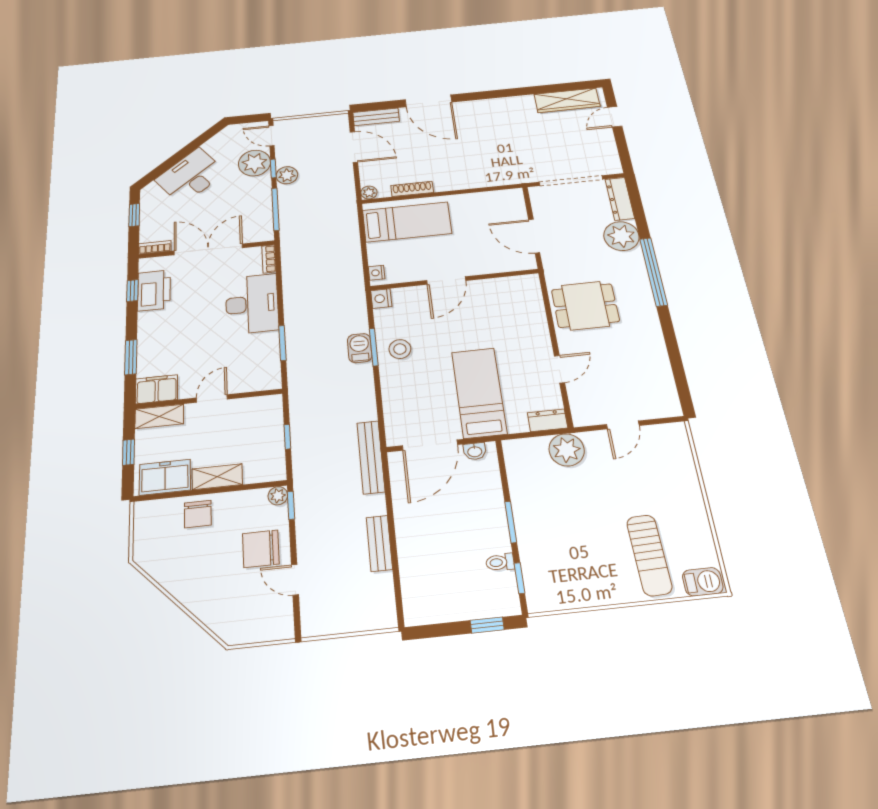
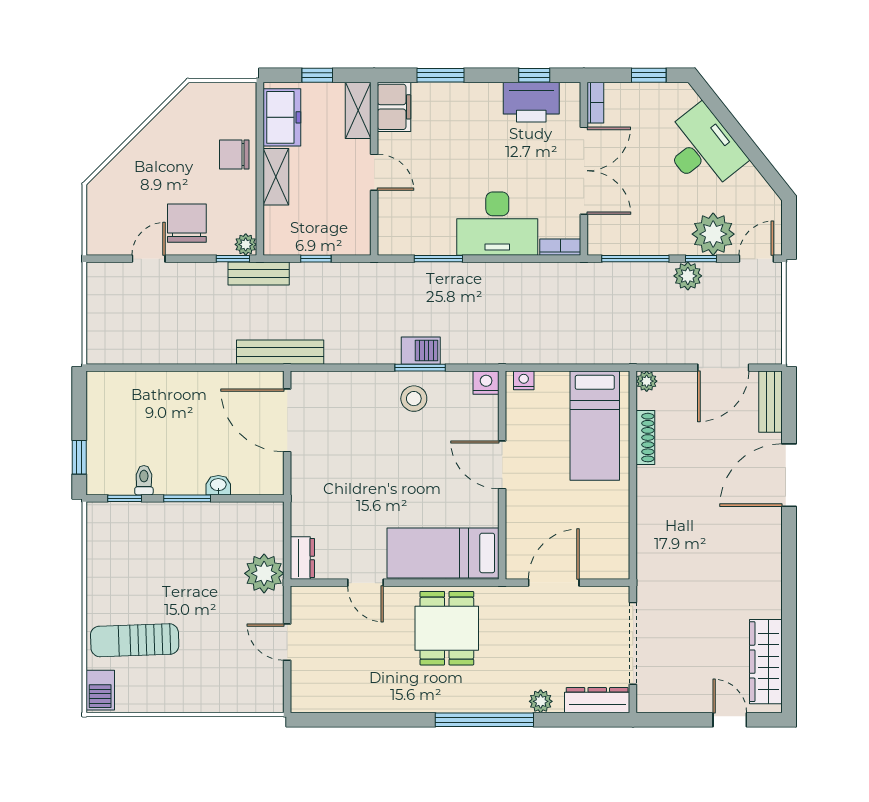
plant: (621, 236) -> (541, 701), width x0.53, depth x0.53
bed: (479, 393) -> (443, 553), moved, turned 180
washbasin: (475, 451) -> (218, 485), moved, turned 90
bench: (379, 543) -> (259, 274), moved

